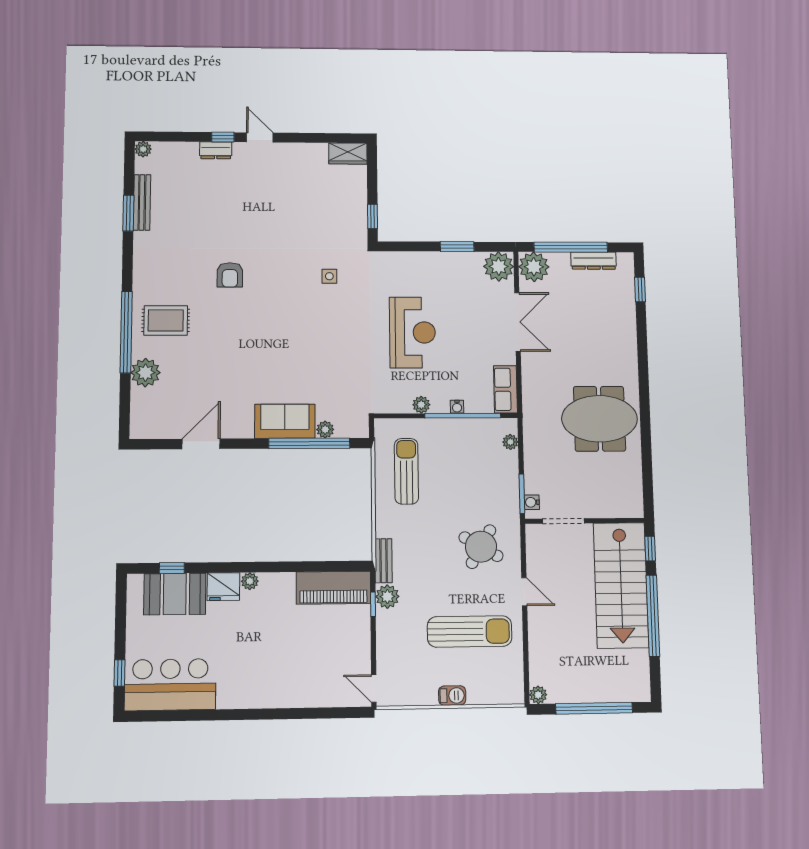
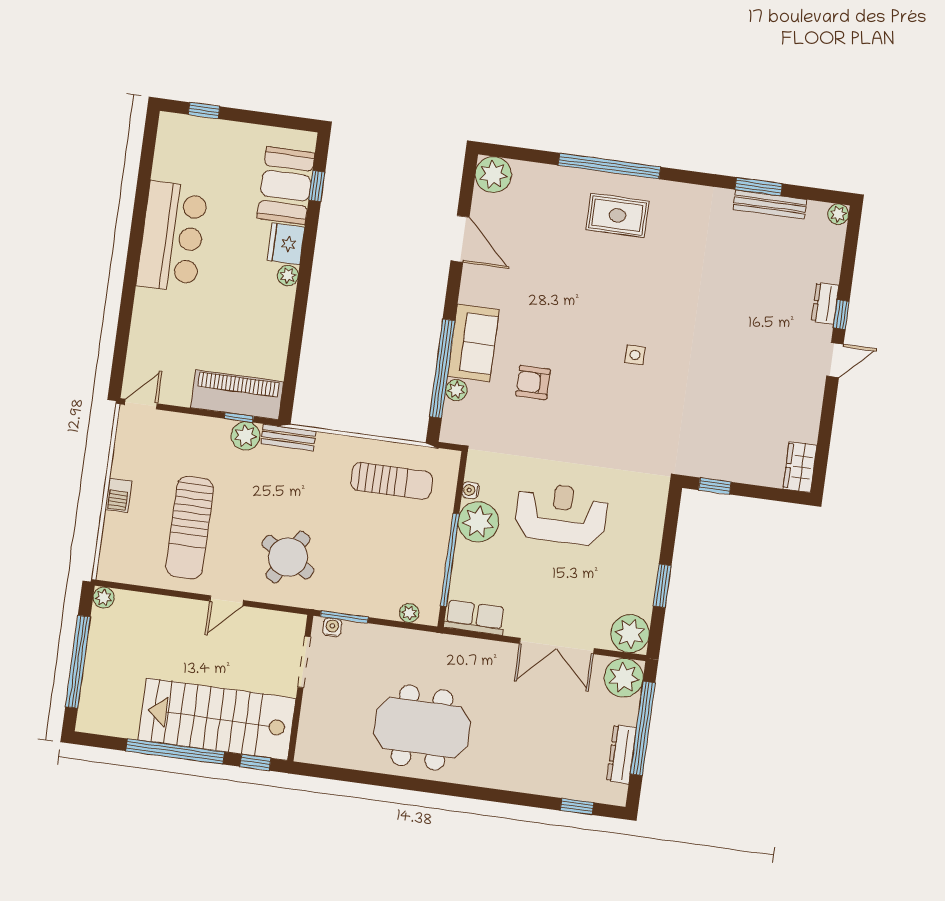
armchair: (230, 275) -> (533, 383), moved
side table: (329, 276) -> (635, 355), moved
rug: (166, 320) -> (617, 215), turned 90
reception desk: (412, 332) -> (561, 514), turned 180
plant: (145, 373) -> (493, 175), moved
plant: (421, 405) -> (478, 522), width x1.87, depth x1.87
water cooler: (457, 407) -> (470, 490), moved
meeting table: (599, 419) -> (422, 728), turned 90
piano: (333, 588) -> (237, 395), moved, turned 90
bar counter: (170, 685) -> (172, 237), moved

